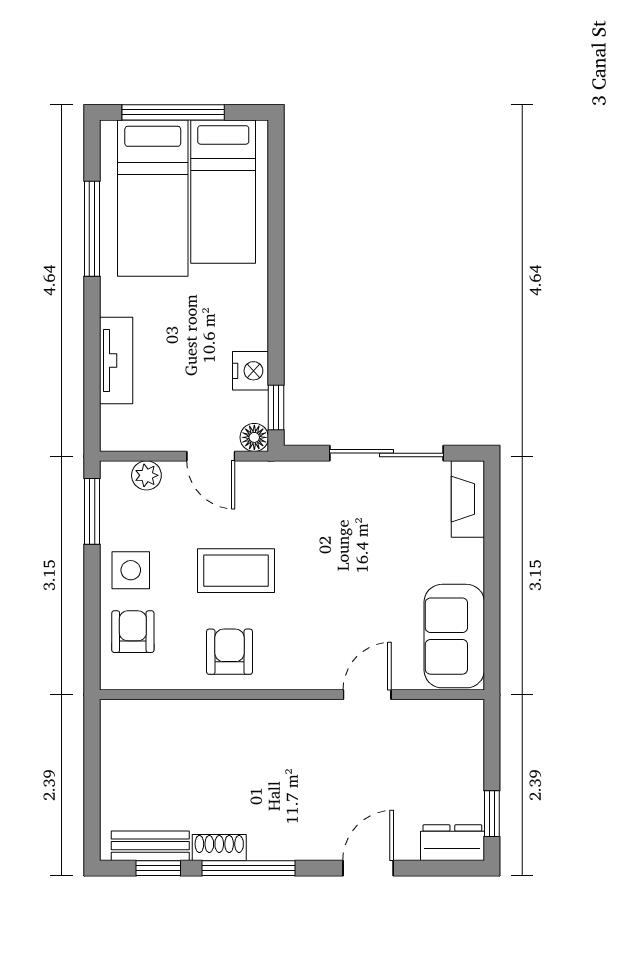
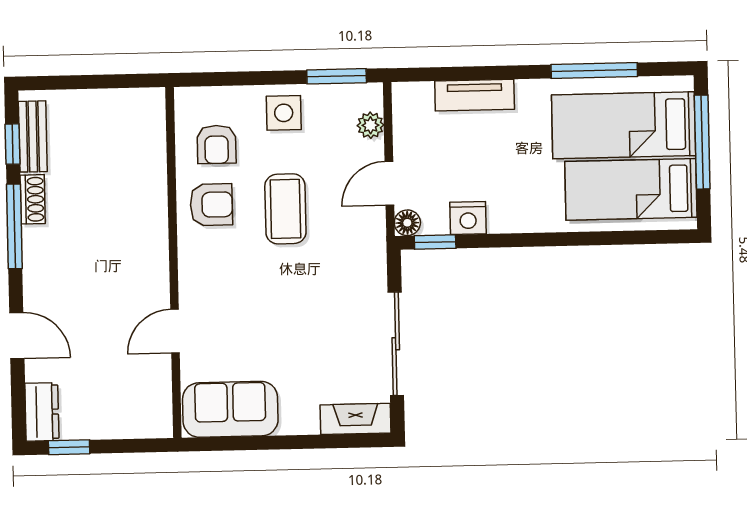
armchair: (133, 632) -> (217, 144), moved, turned 90
door: (367, 695) -> (175, 331), swing flipped

